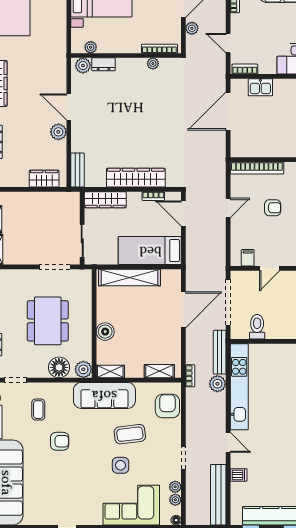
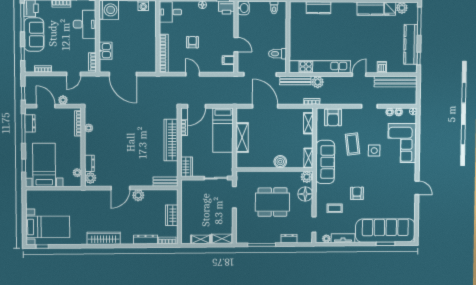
wardrobe: (44, 179) -> (172, 215), moved
wardrobe: (105, 200) -> (187, 167), width x0.67
shelving: (129, 278) -> (242, 138), width x0.68
armchair: (167, 406) -> (333, 118), turned -90

